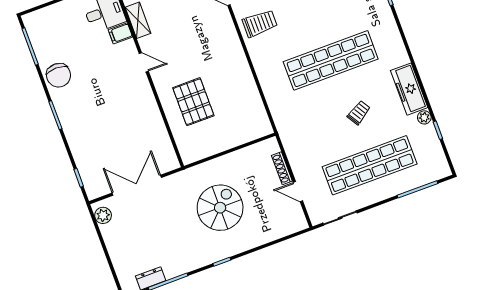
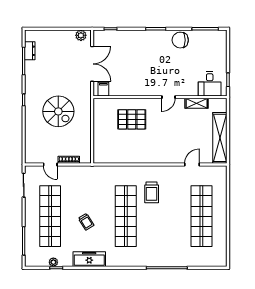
trolley: (260, 23) -> (152, 192), moved
filing cabinet: (120, 33) -> (103, 89), moved
plant: (424, 117) -> (53, 262), moved
door: (298, 192) -> (50, 165), swing flipped

